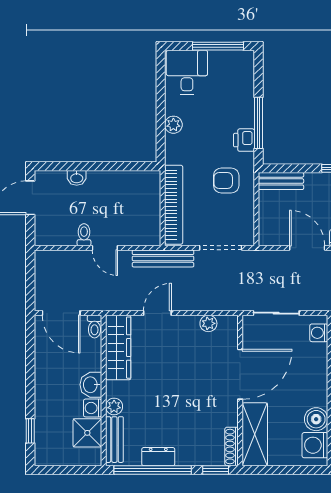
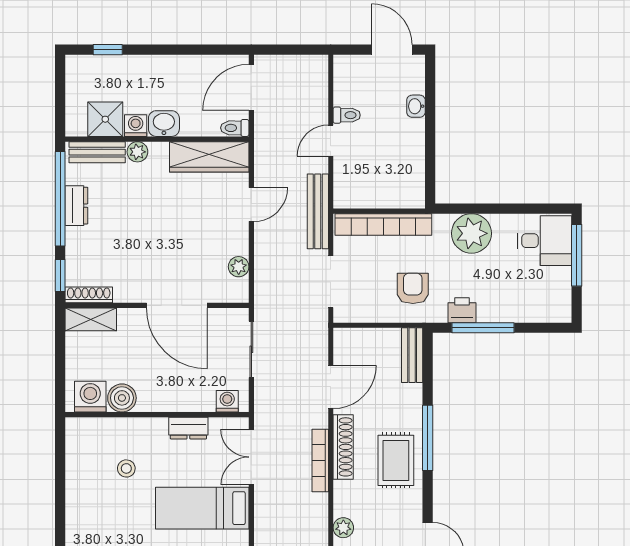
window: (218, 46) -> (577, 255), moved
plant: (173, 125) -> (471, 233), width x1.87, depth x1.87
door: (157, 313) -> (251, 205), hinge flipped
shelving: (255, 434) -> (91, 319), width x0.67, depth x0.75

